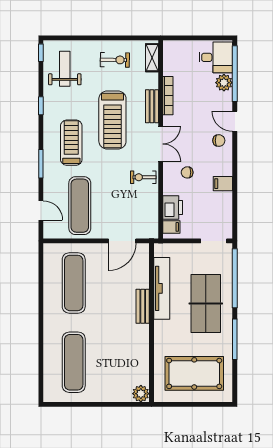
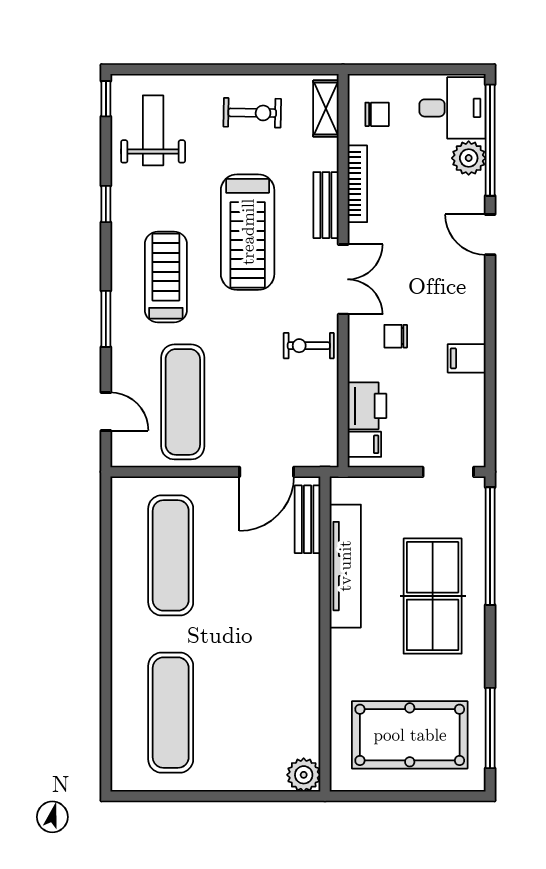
chair: (219, 141) -> (377, 114), moved
bench: (143, 306) -> (308, 519), moved
window: (235, 339) -> (490, 728), moved

